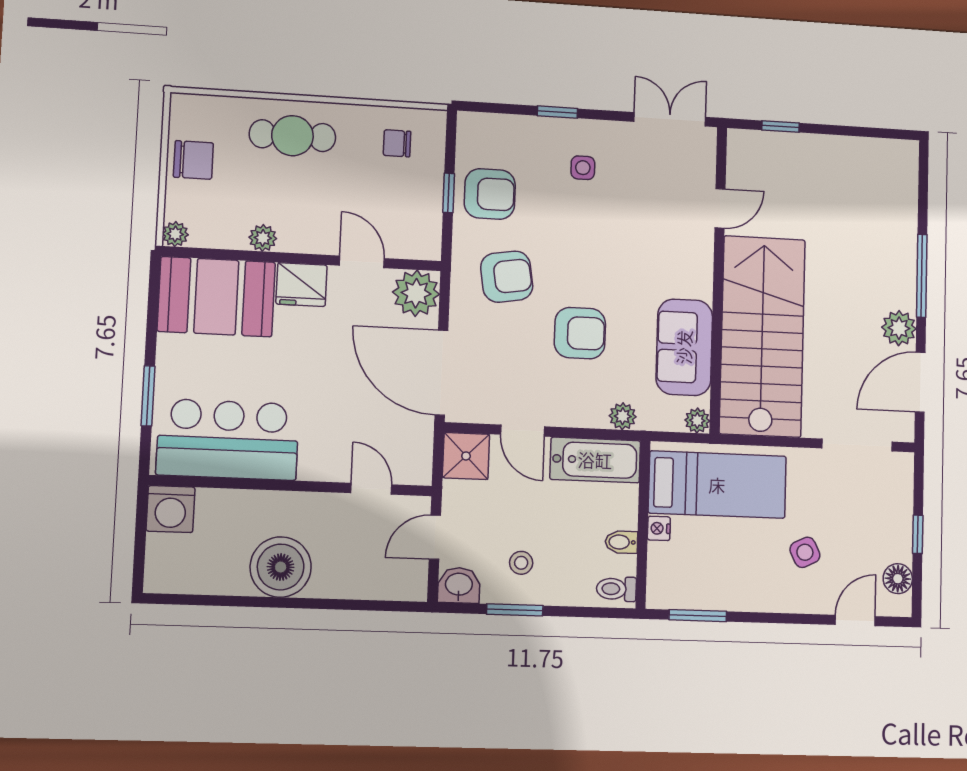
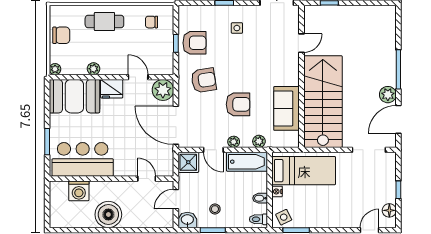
plant: (697, 421) -> (234, 142), moved
washing machine: (170, 509) -> (79, 191), moved
side table: (805, 552) -> (284, 217), moved

